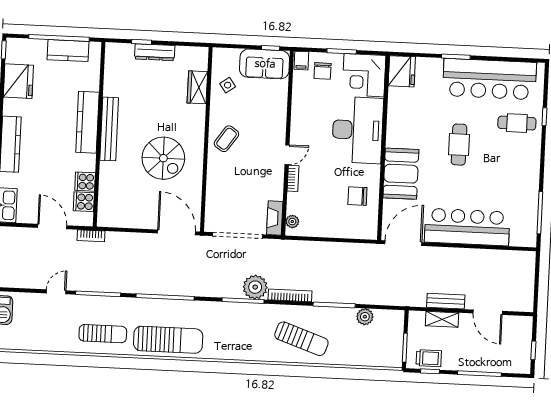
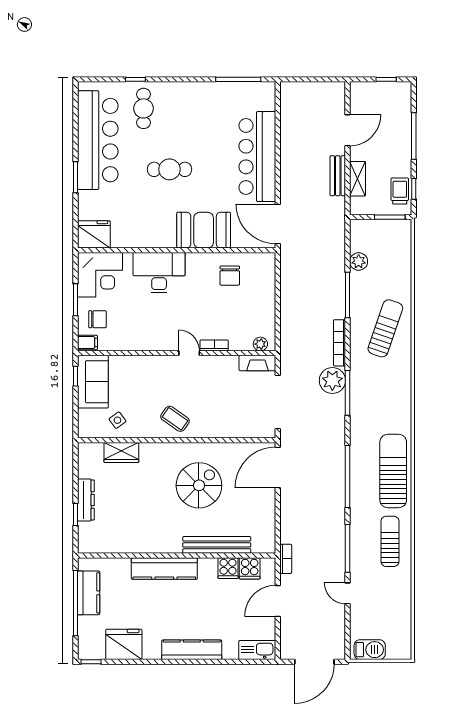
bench: (109, 129) -> (217, 545), moved
desk: (358, 130) -> (159, 273), width x0.73, depth x0.77

